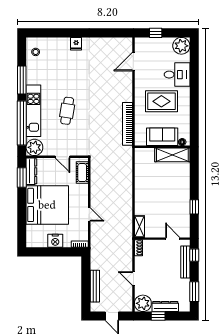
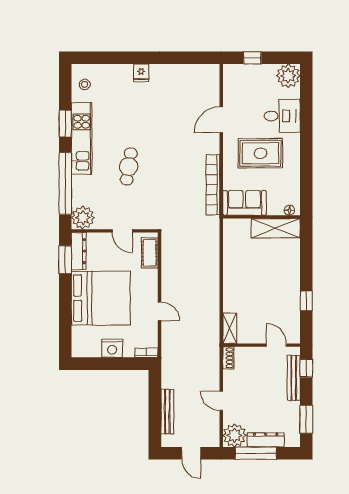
door: (133, 62) -> (221, 120), moved
window: (22, 80) -> (65, 124), width x0.69
kitchen unit: (33, 111) -> (82, 138), moved
sofa: (162, 137) -> (244, 203), moved
window: (158, 316) -> (256, 453), width x2.17

